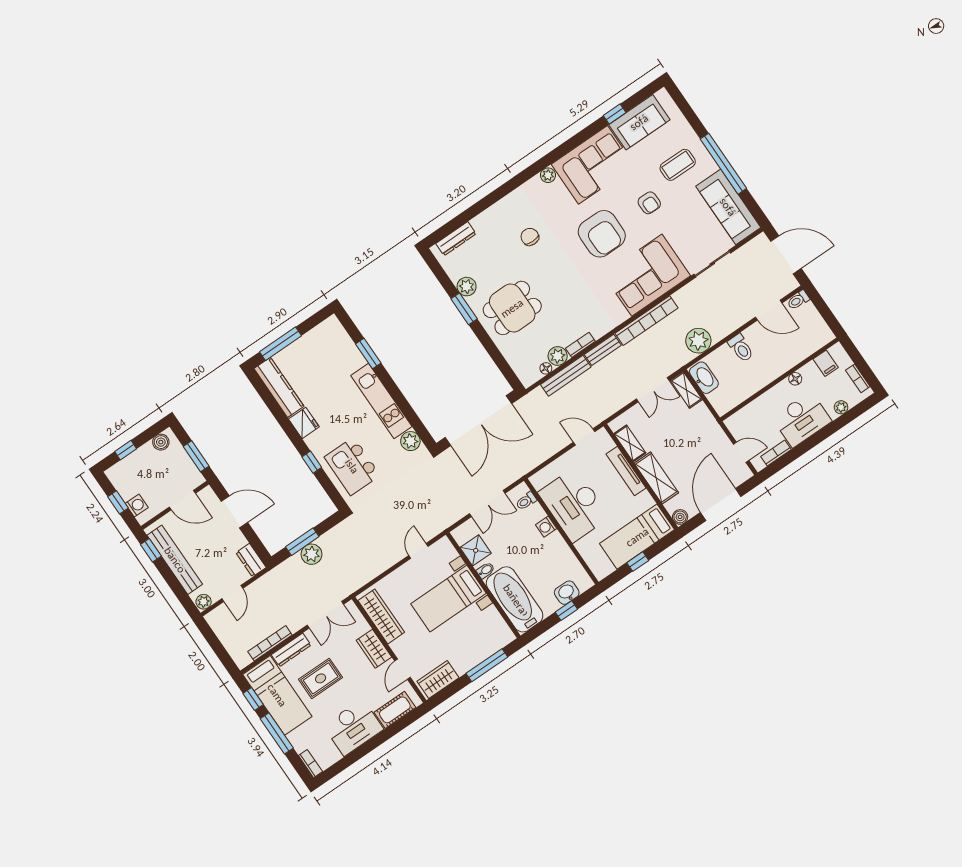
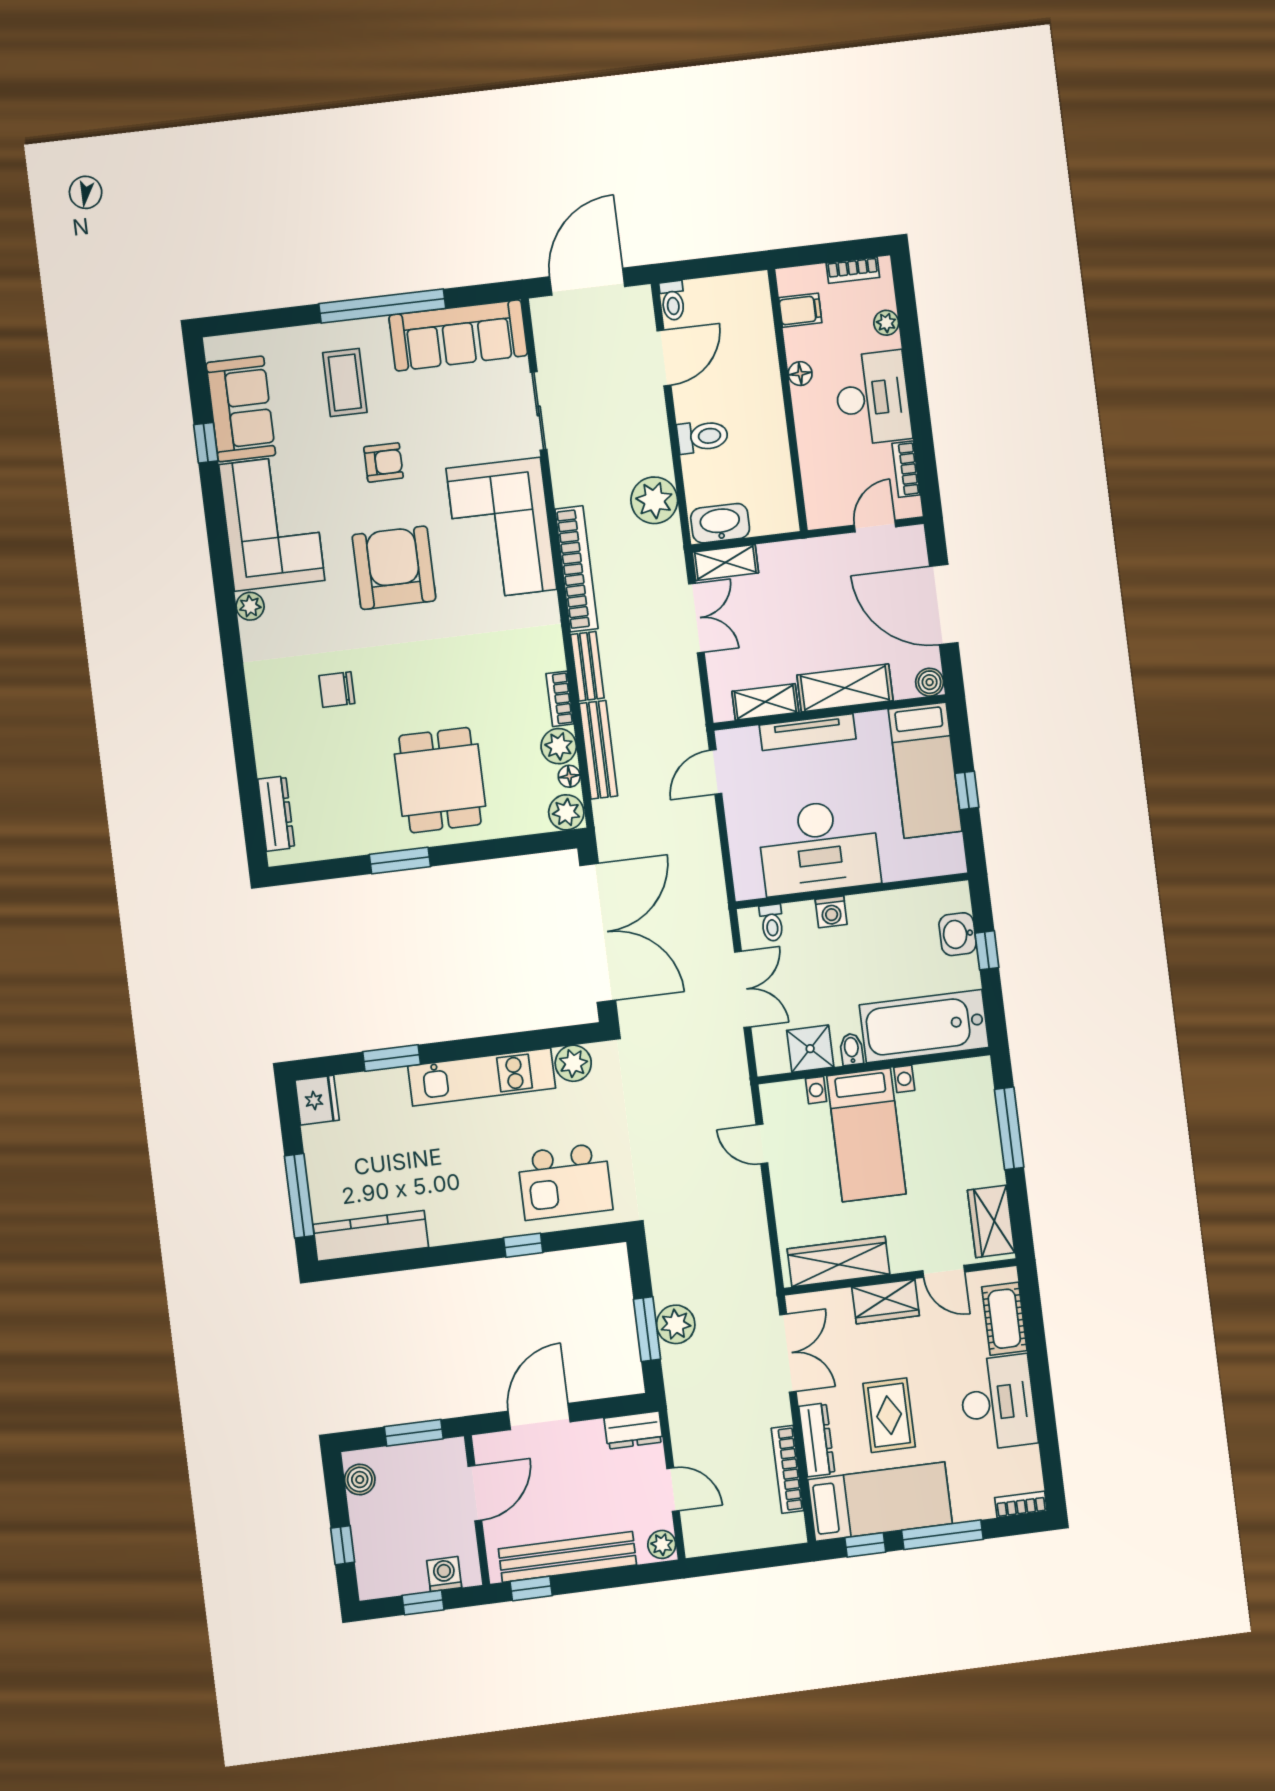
armchair: (602, 234) -> (394, 568), turned -90
plant: (467, 287) -> (566, 812), moved
fridge: (304, 423) -> (317, 1100), moved, turned 90

